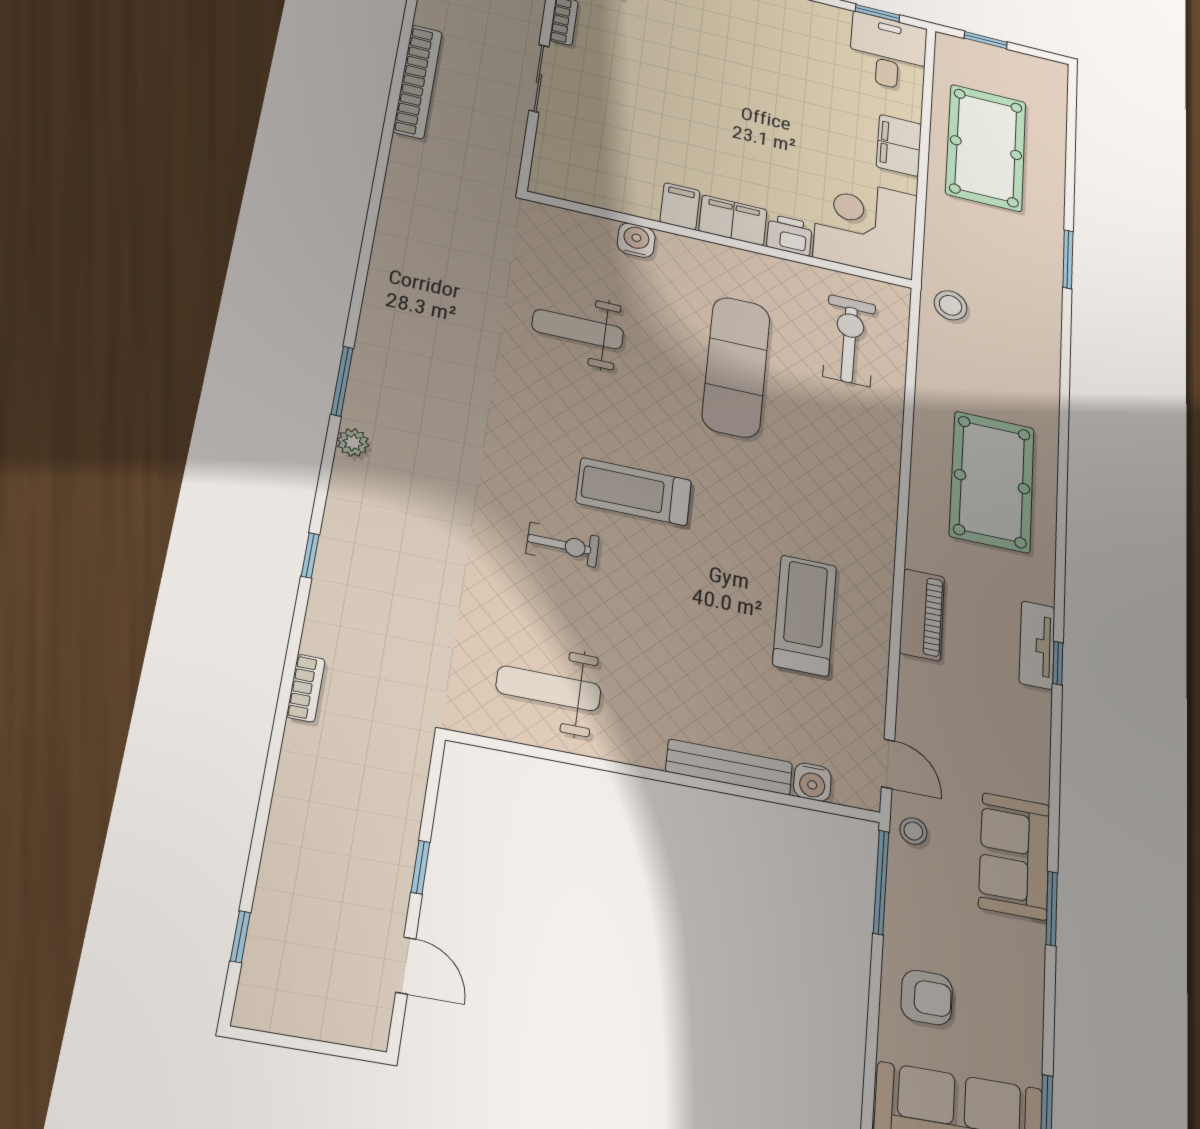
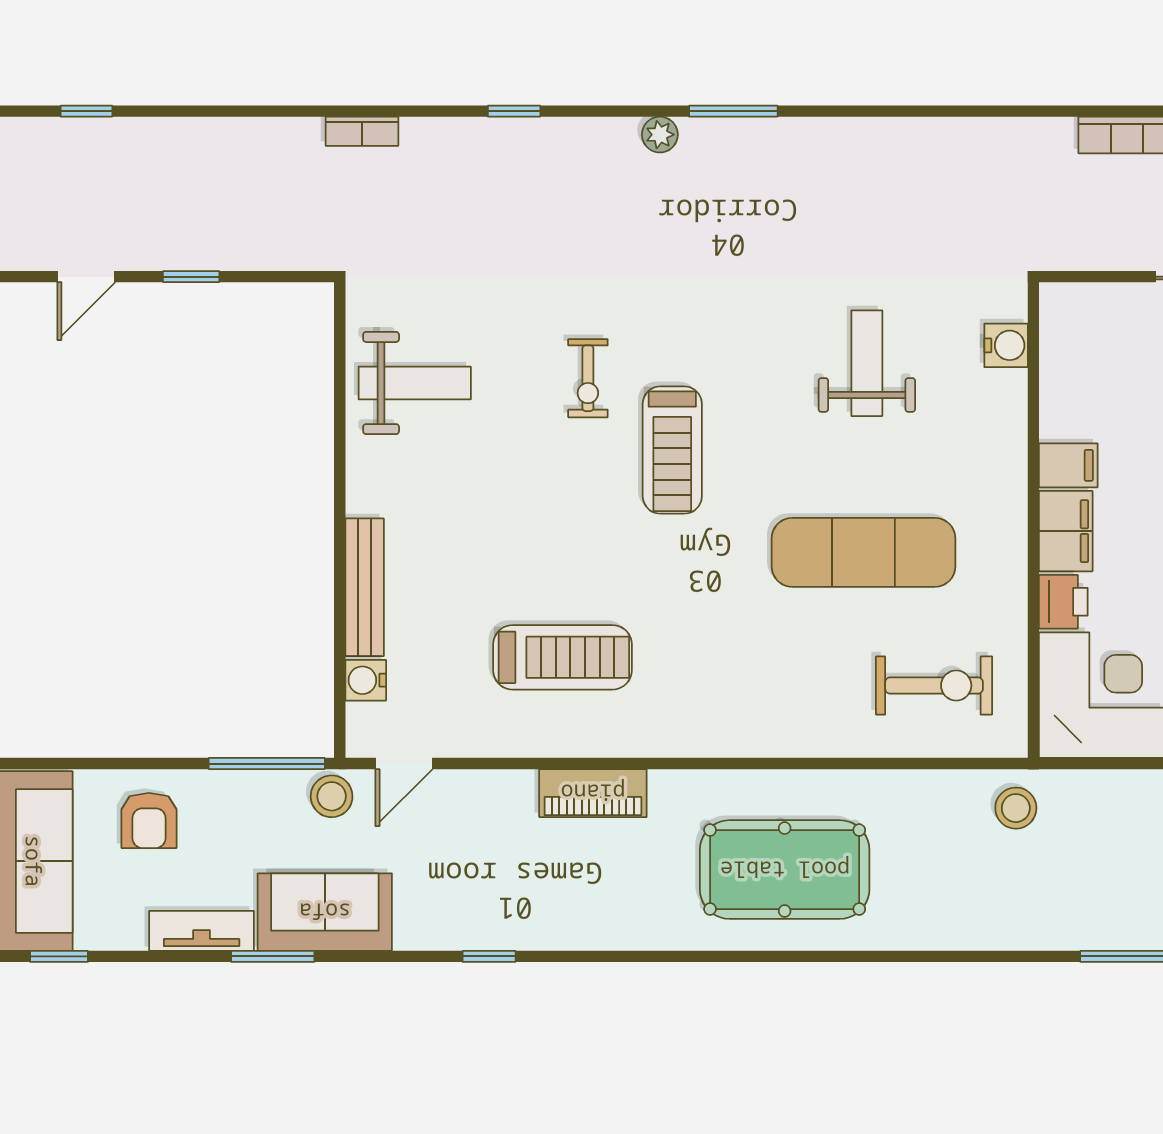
water cooler: (636, 240) -> (1006, 345), moved
treadmill: (634, 492) -> (672, 450), turned 180
tv unit: (1037, 645) -> (202, 931), moved
window: (1058, 663) -> (489, 956), moved
weight bench: (548, 688) -> (415, 383), turned 90
stool: (913, 831) -> (332, 796), width x1.37, depth x1.37

